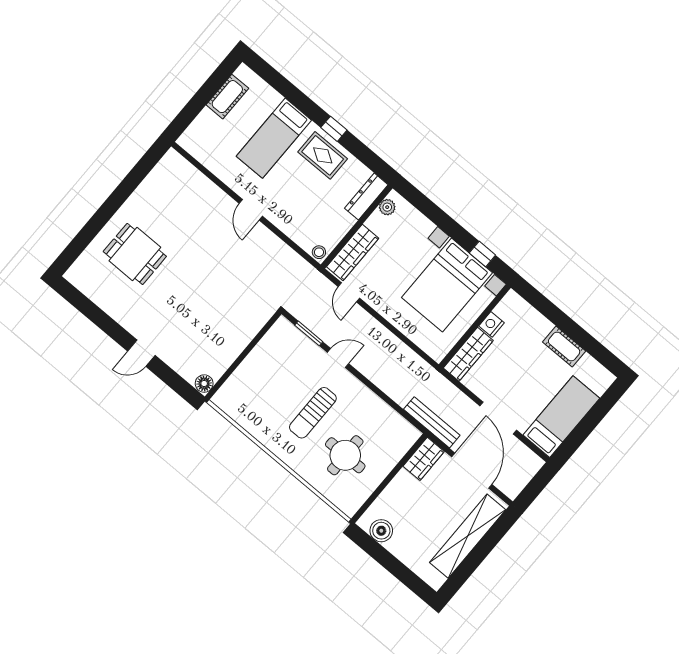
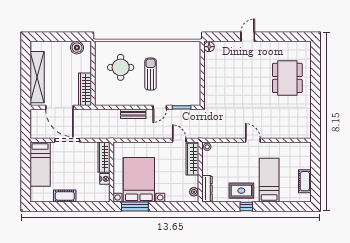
dining table: (135, 254) -> (287, 78), width x1.38
window: (482, 254) -> (135, 206), width x2.17
bench: (432, 422) -> (133, 114), moved, width x0.73
wardrobe: (424, 459) -> (85, 89), width x1.50

